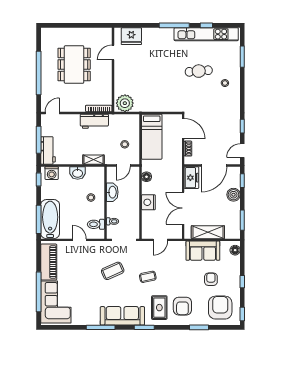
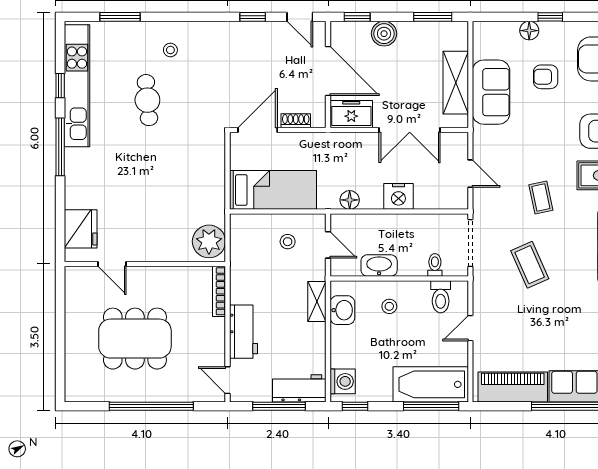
workbench: (94, 121) -> (243, 332), moved
washbasin: (78, 173) -> (342, 310), moved
floor lamp: (235, 250) -> (529, 31), moved

